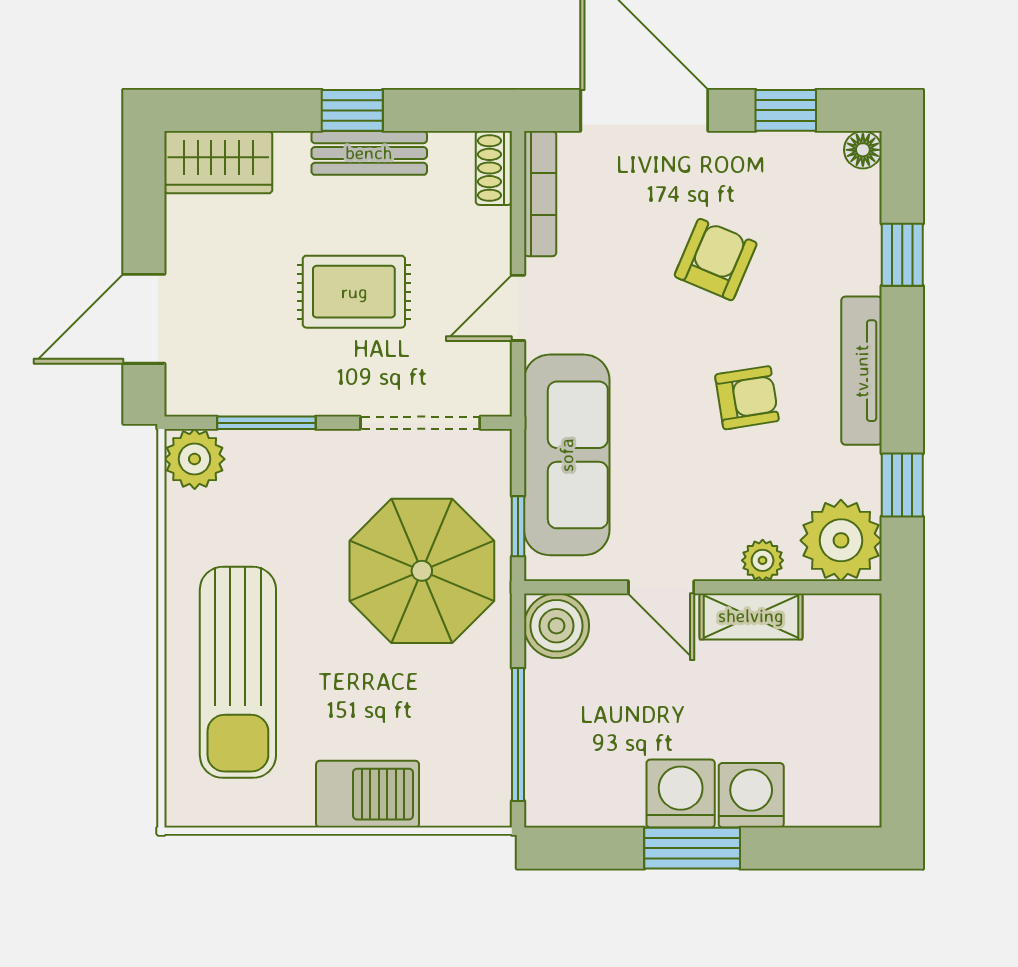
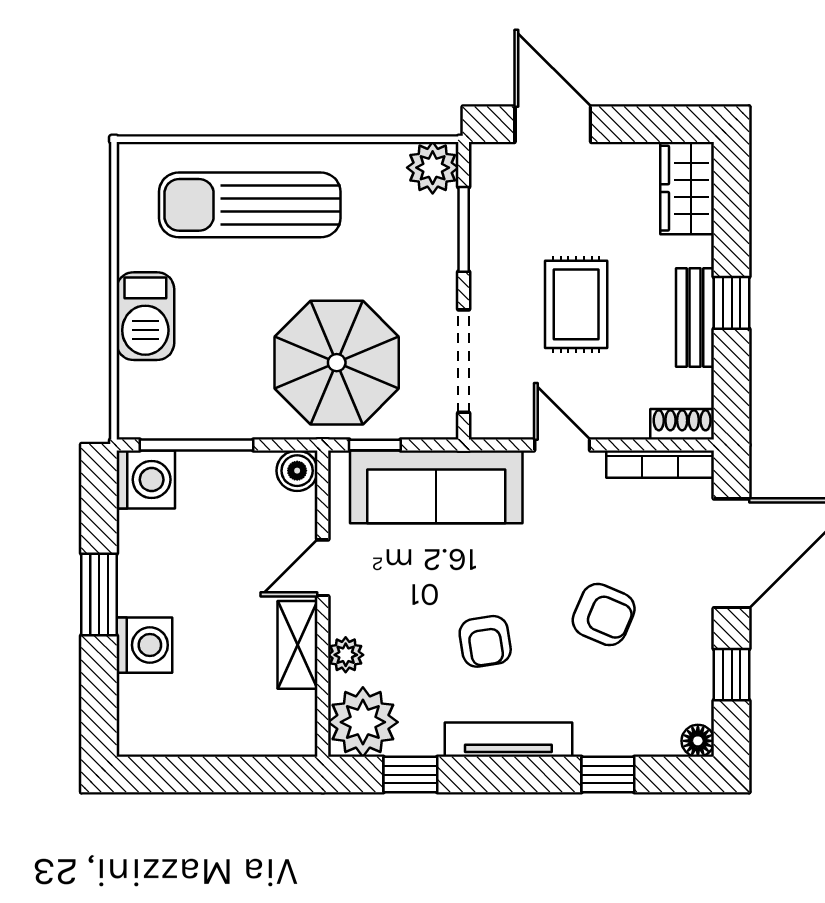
boiler: (557, 626) -> (297, 471), width x0.73, depth x0.73
washing machine: (681, 794) -> (146, 480), moved

